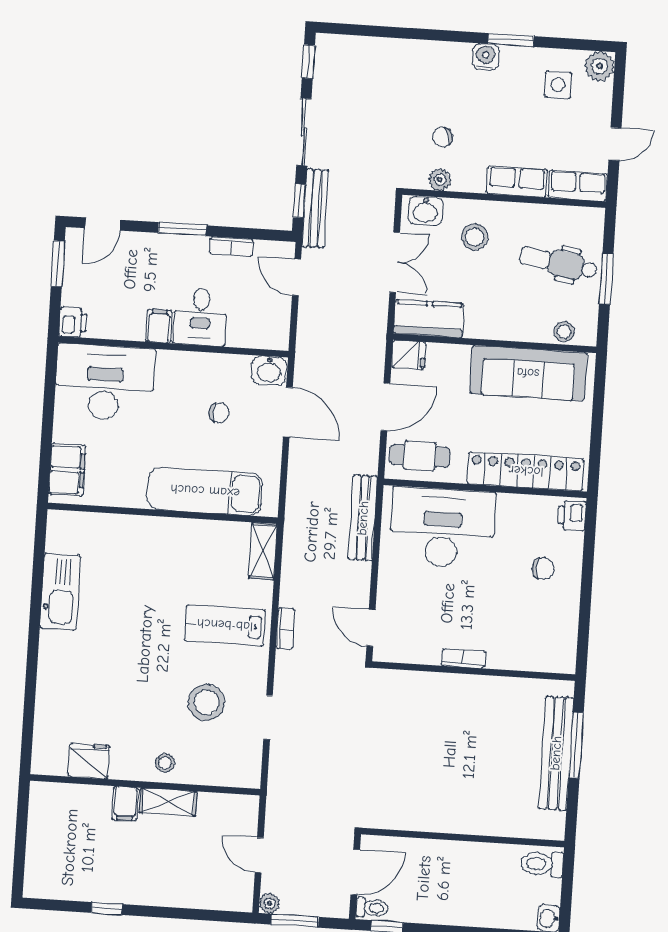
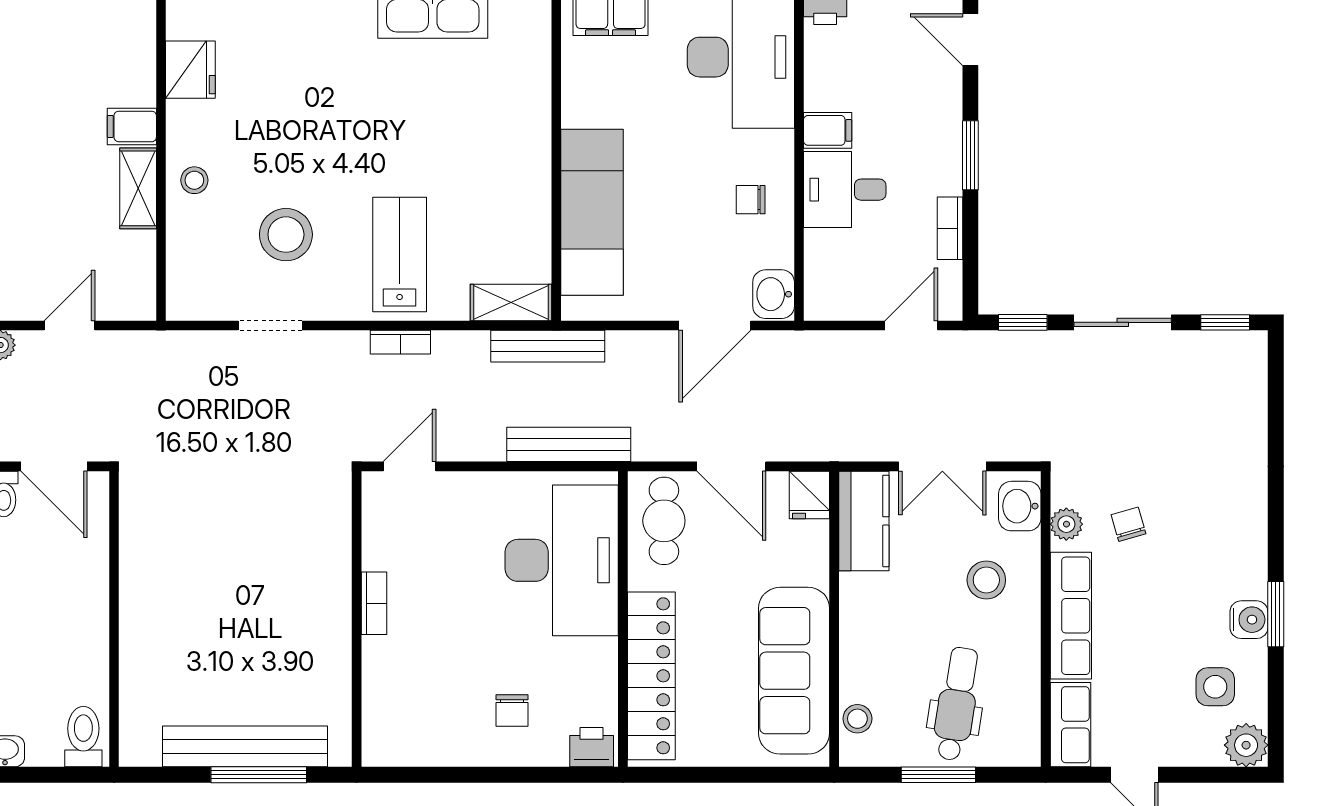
water cooler: (486, 57) -> (1249, 620), moved
row of seats: (517, 182) -> (1071, 616), width x1.48
bench: (315, 208) -> (548, 346), moved
chair: (219, 413) -> (751, 200), moved, turned 90

